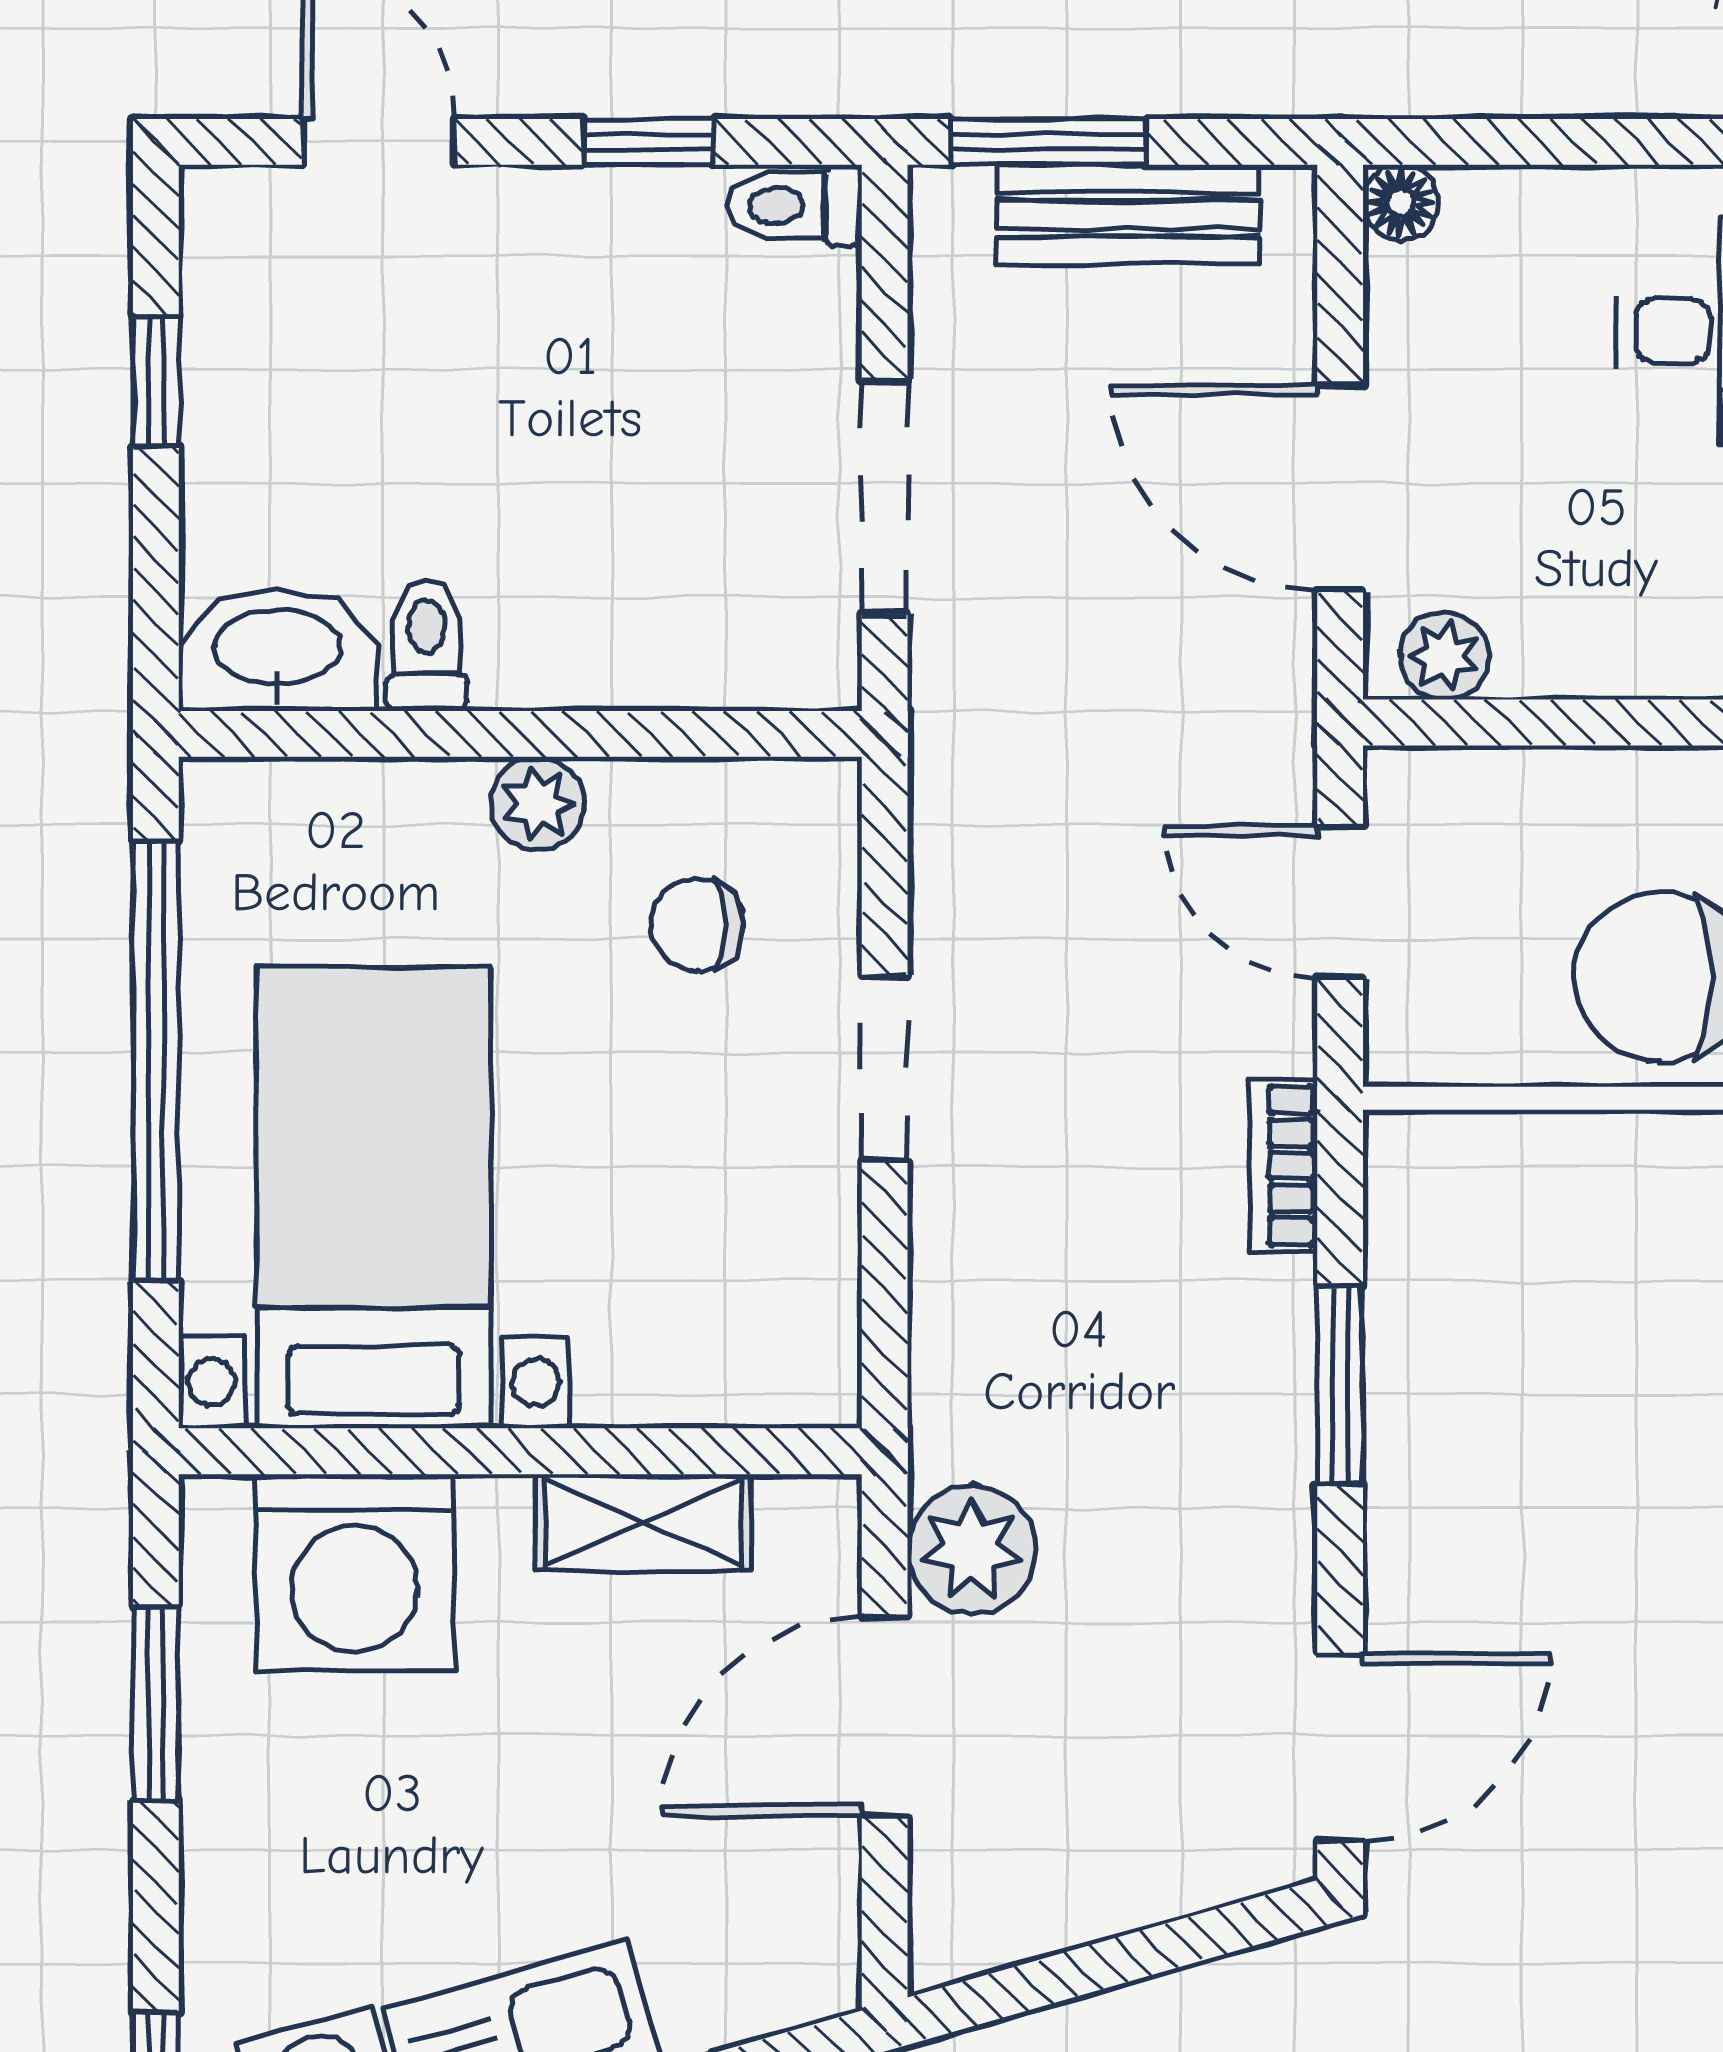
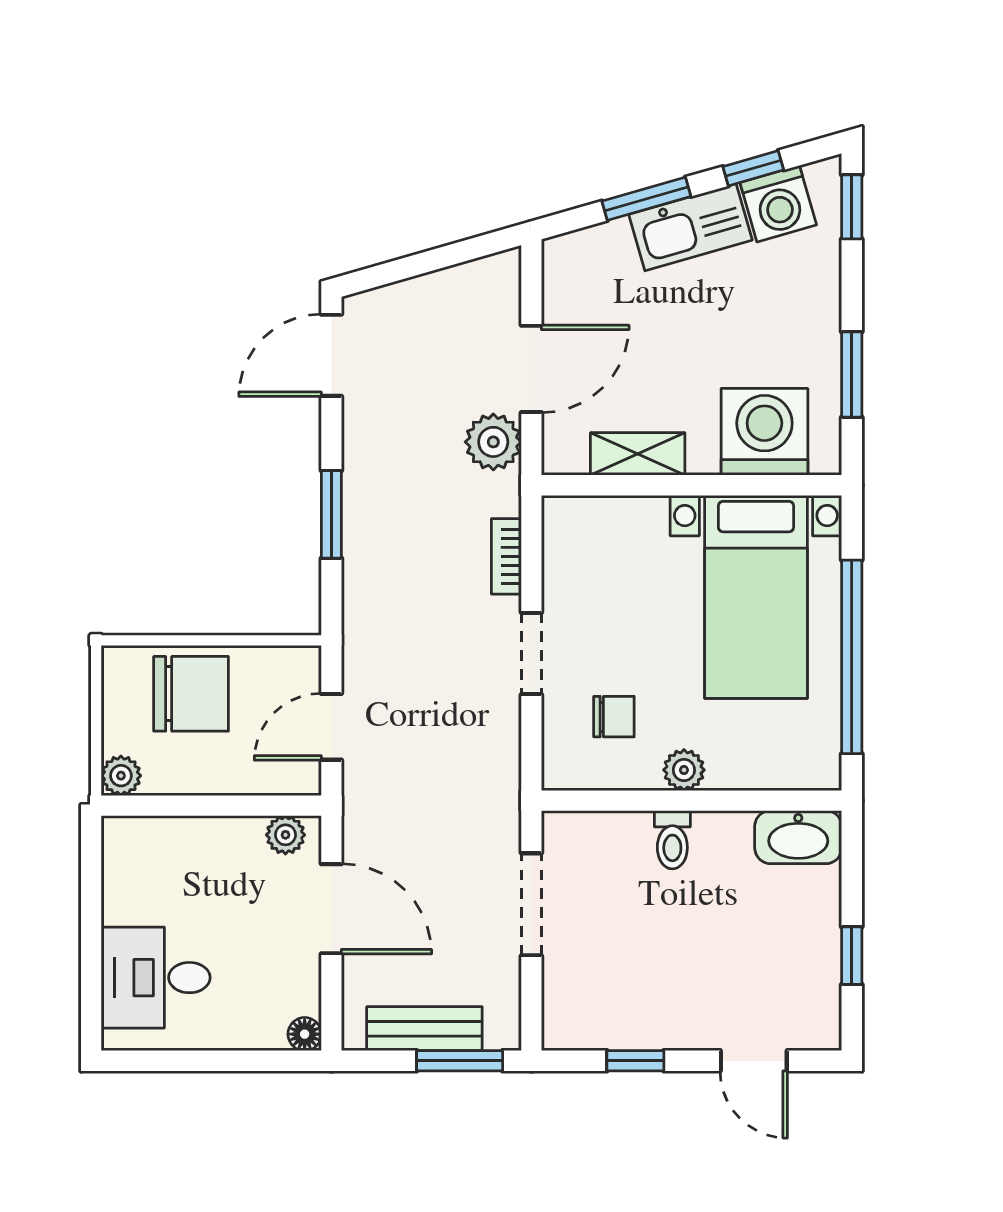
toilet: (795, 206) -> (571, 1033), removed
toilet: (427, 645) -> (672, 840), moved
door: (1340, 902) -> (331, 727), swing flipped
bookcase: (1283, 1166) -> (506, 556), moved, turned 180

